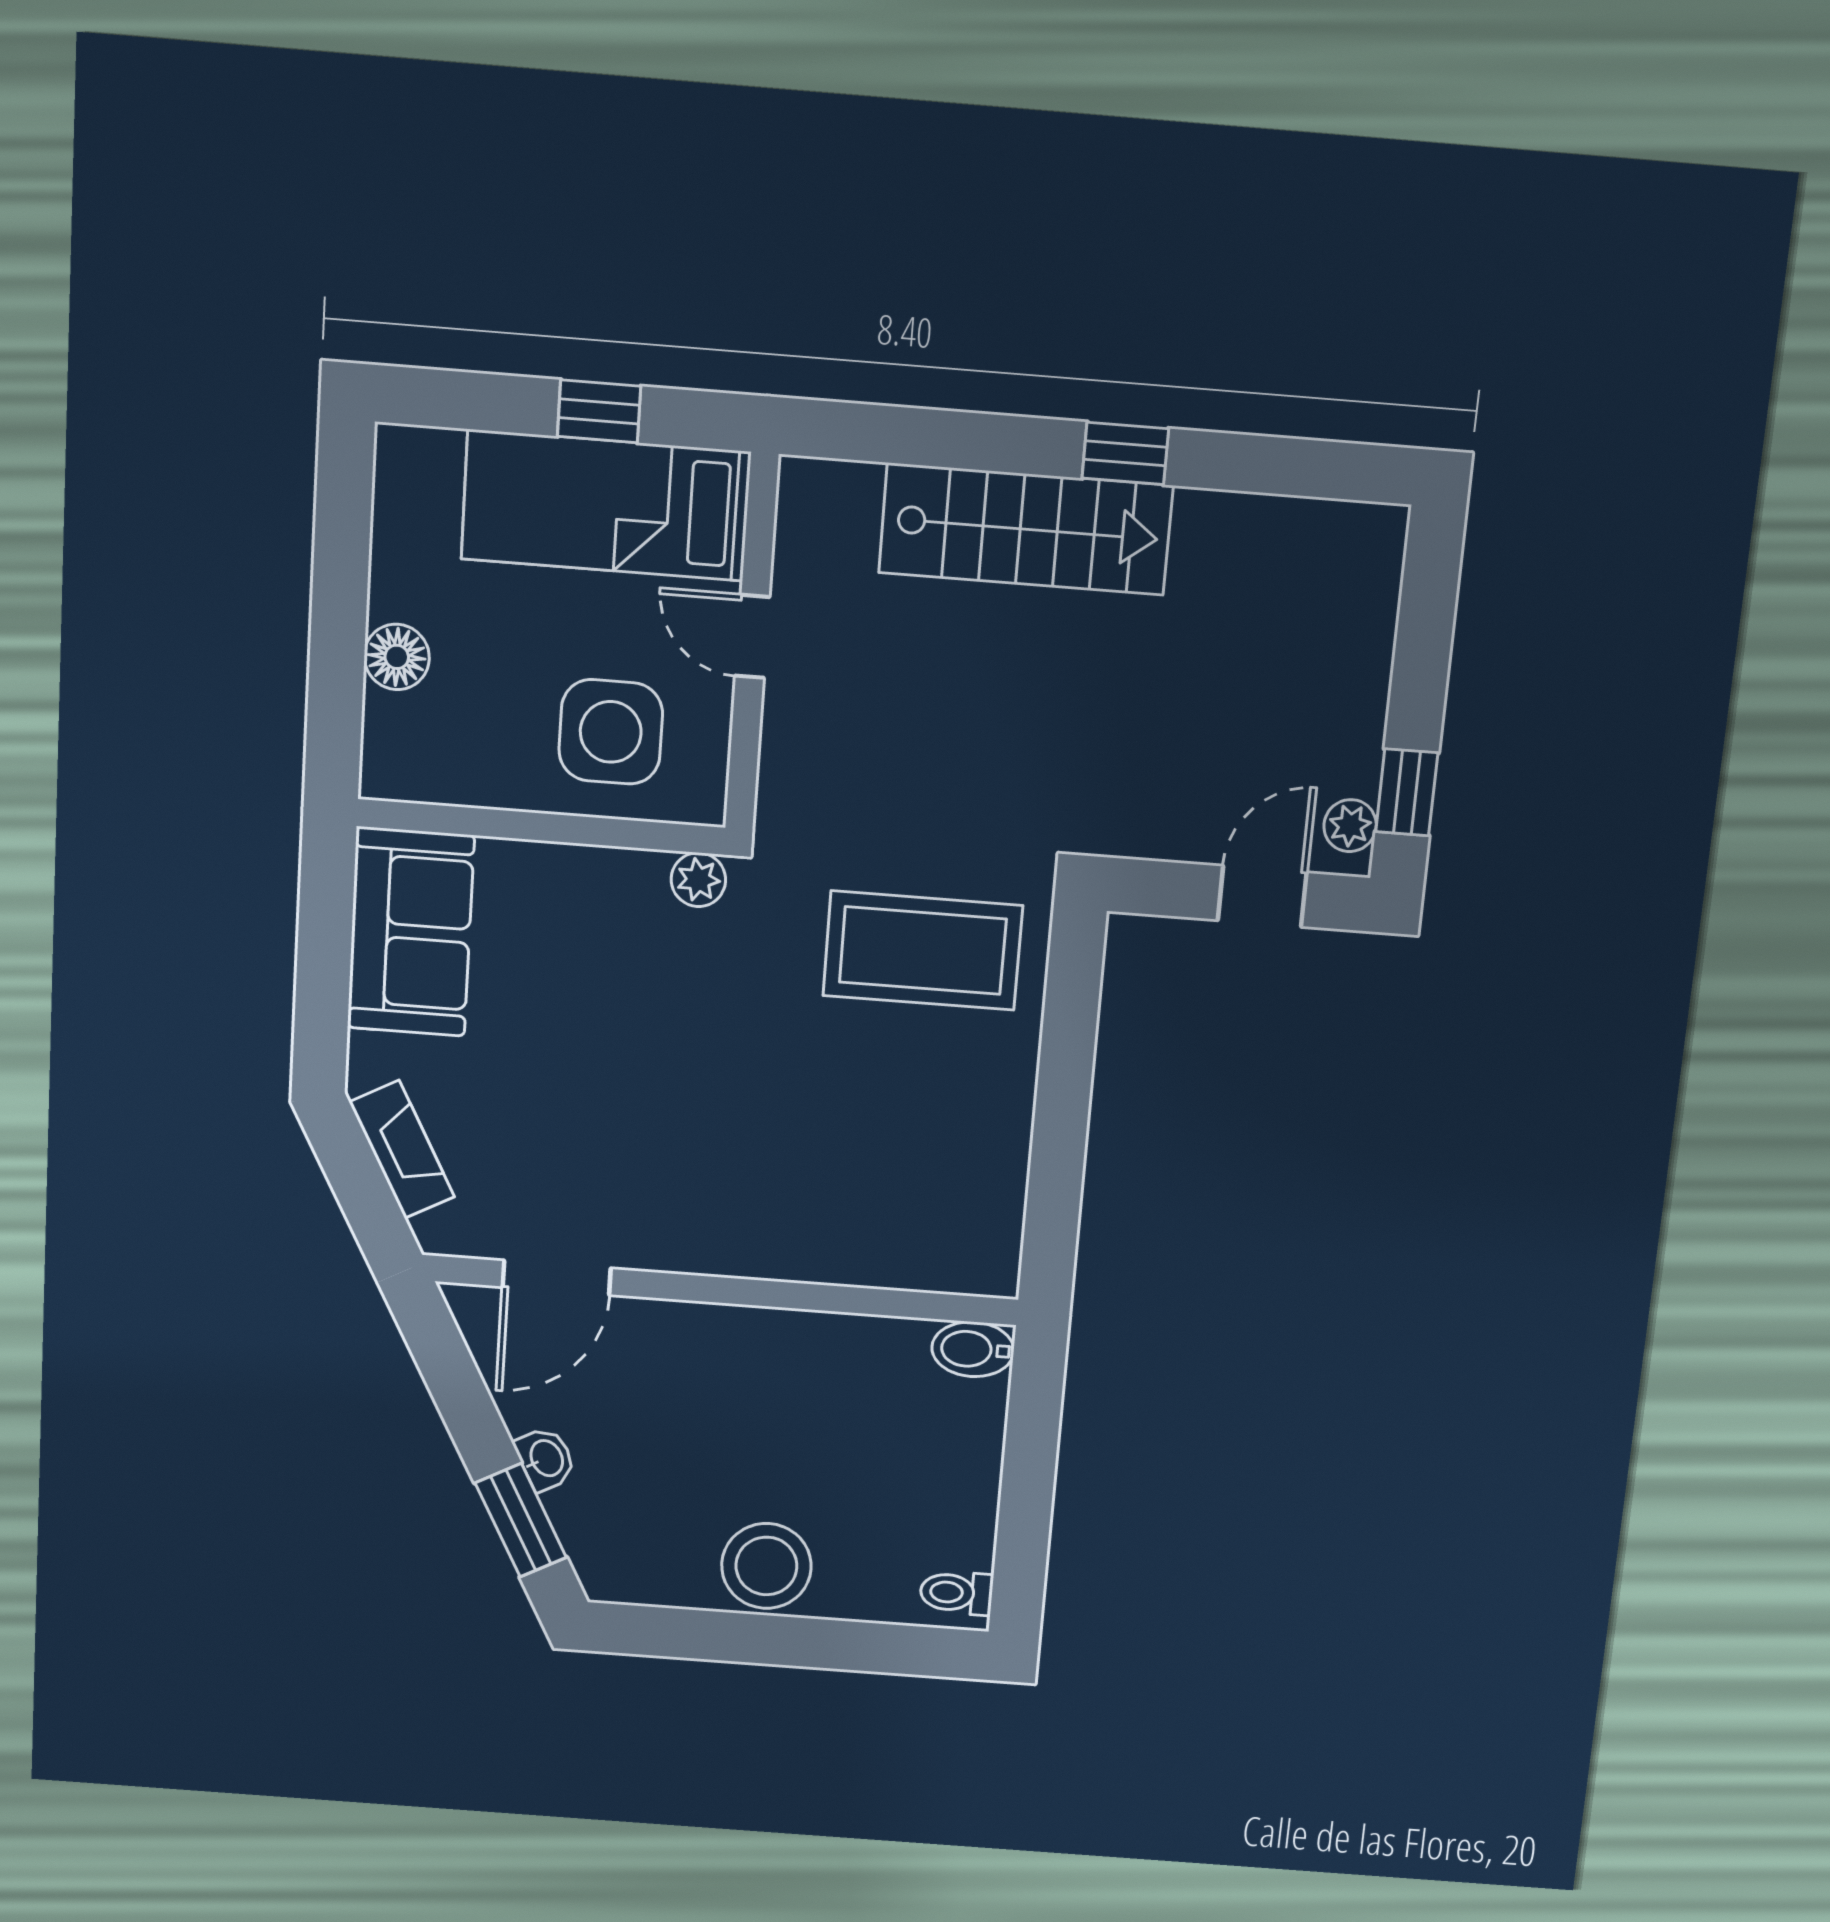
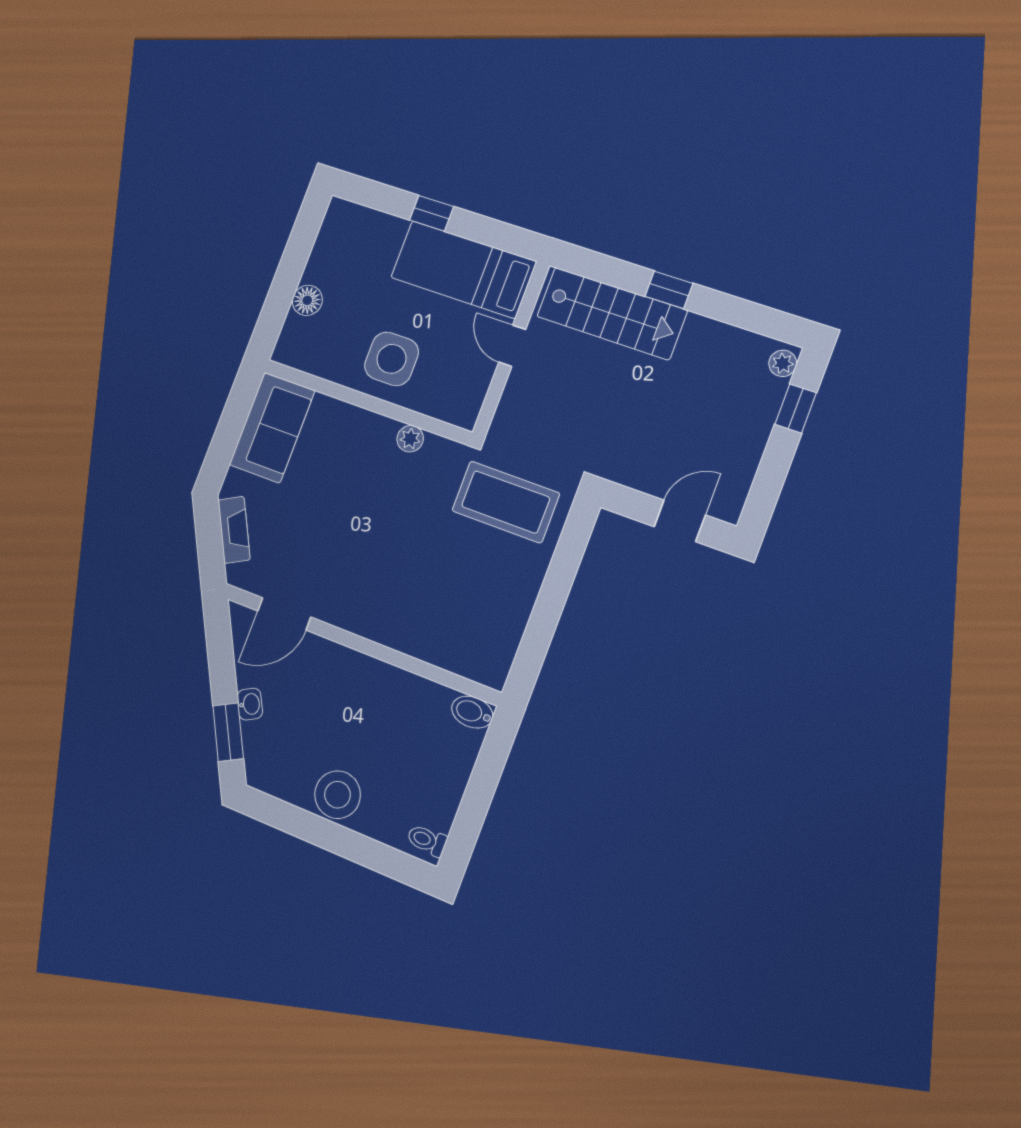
bed: (606, 505) -> (463, 269), moved
door: (752, 636) -> (512, 346), moved
wall: (752, 643) -> (511, 349), moved
window: (1407, 792) -> (796, 408), moved
plant: (1350, 826) -> (783, 363), moved

